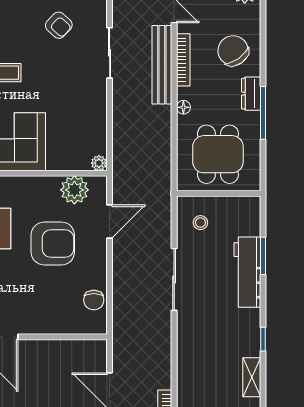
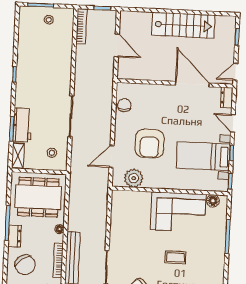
dining table: (218, 154) -> (38, 197), width x1.38
plant: (99, 163) -> (117, 195), removed
armchair: (53, 244) -> (150, 144), turned -90
workbench: (247, 272) -> (22, 125), width x0.73
shelving: (252, 377) -> (18, 156), moved

